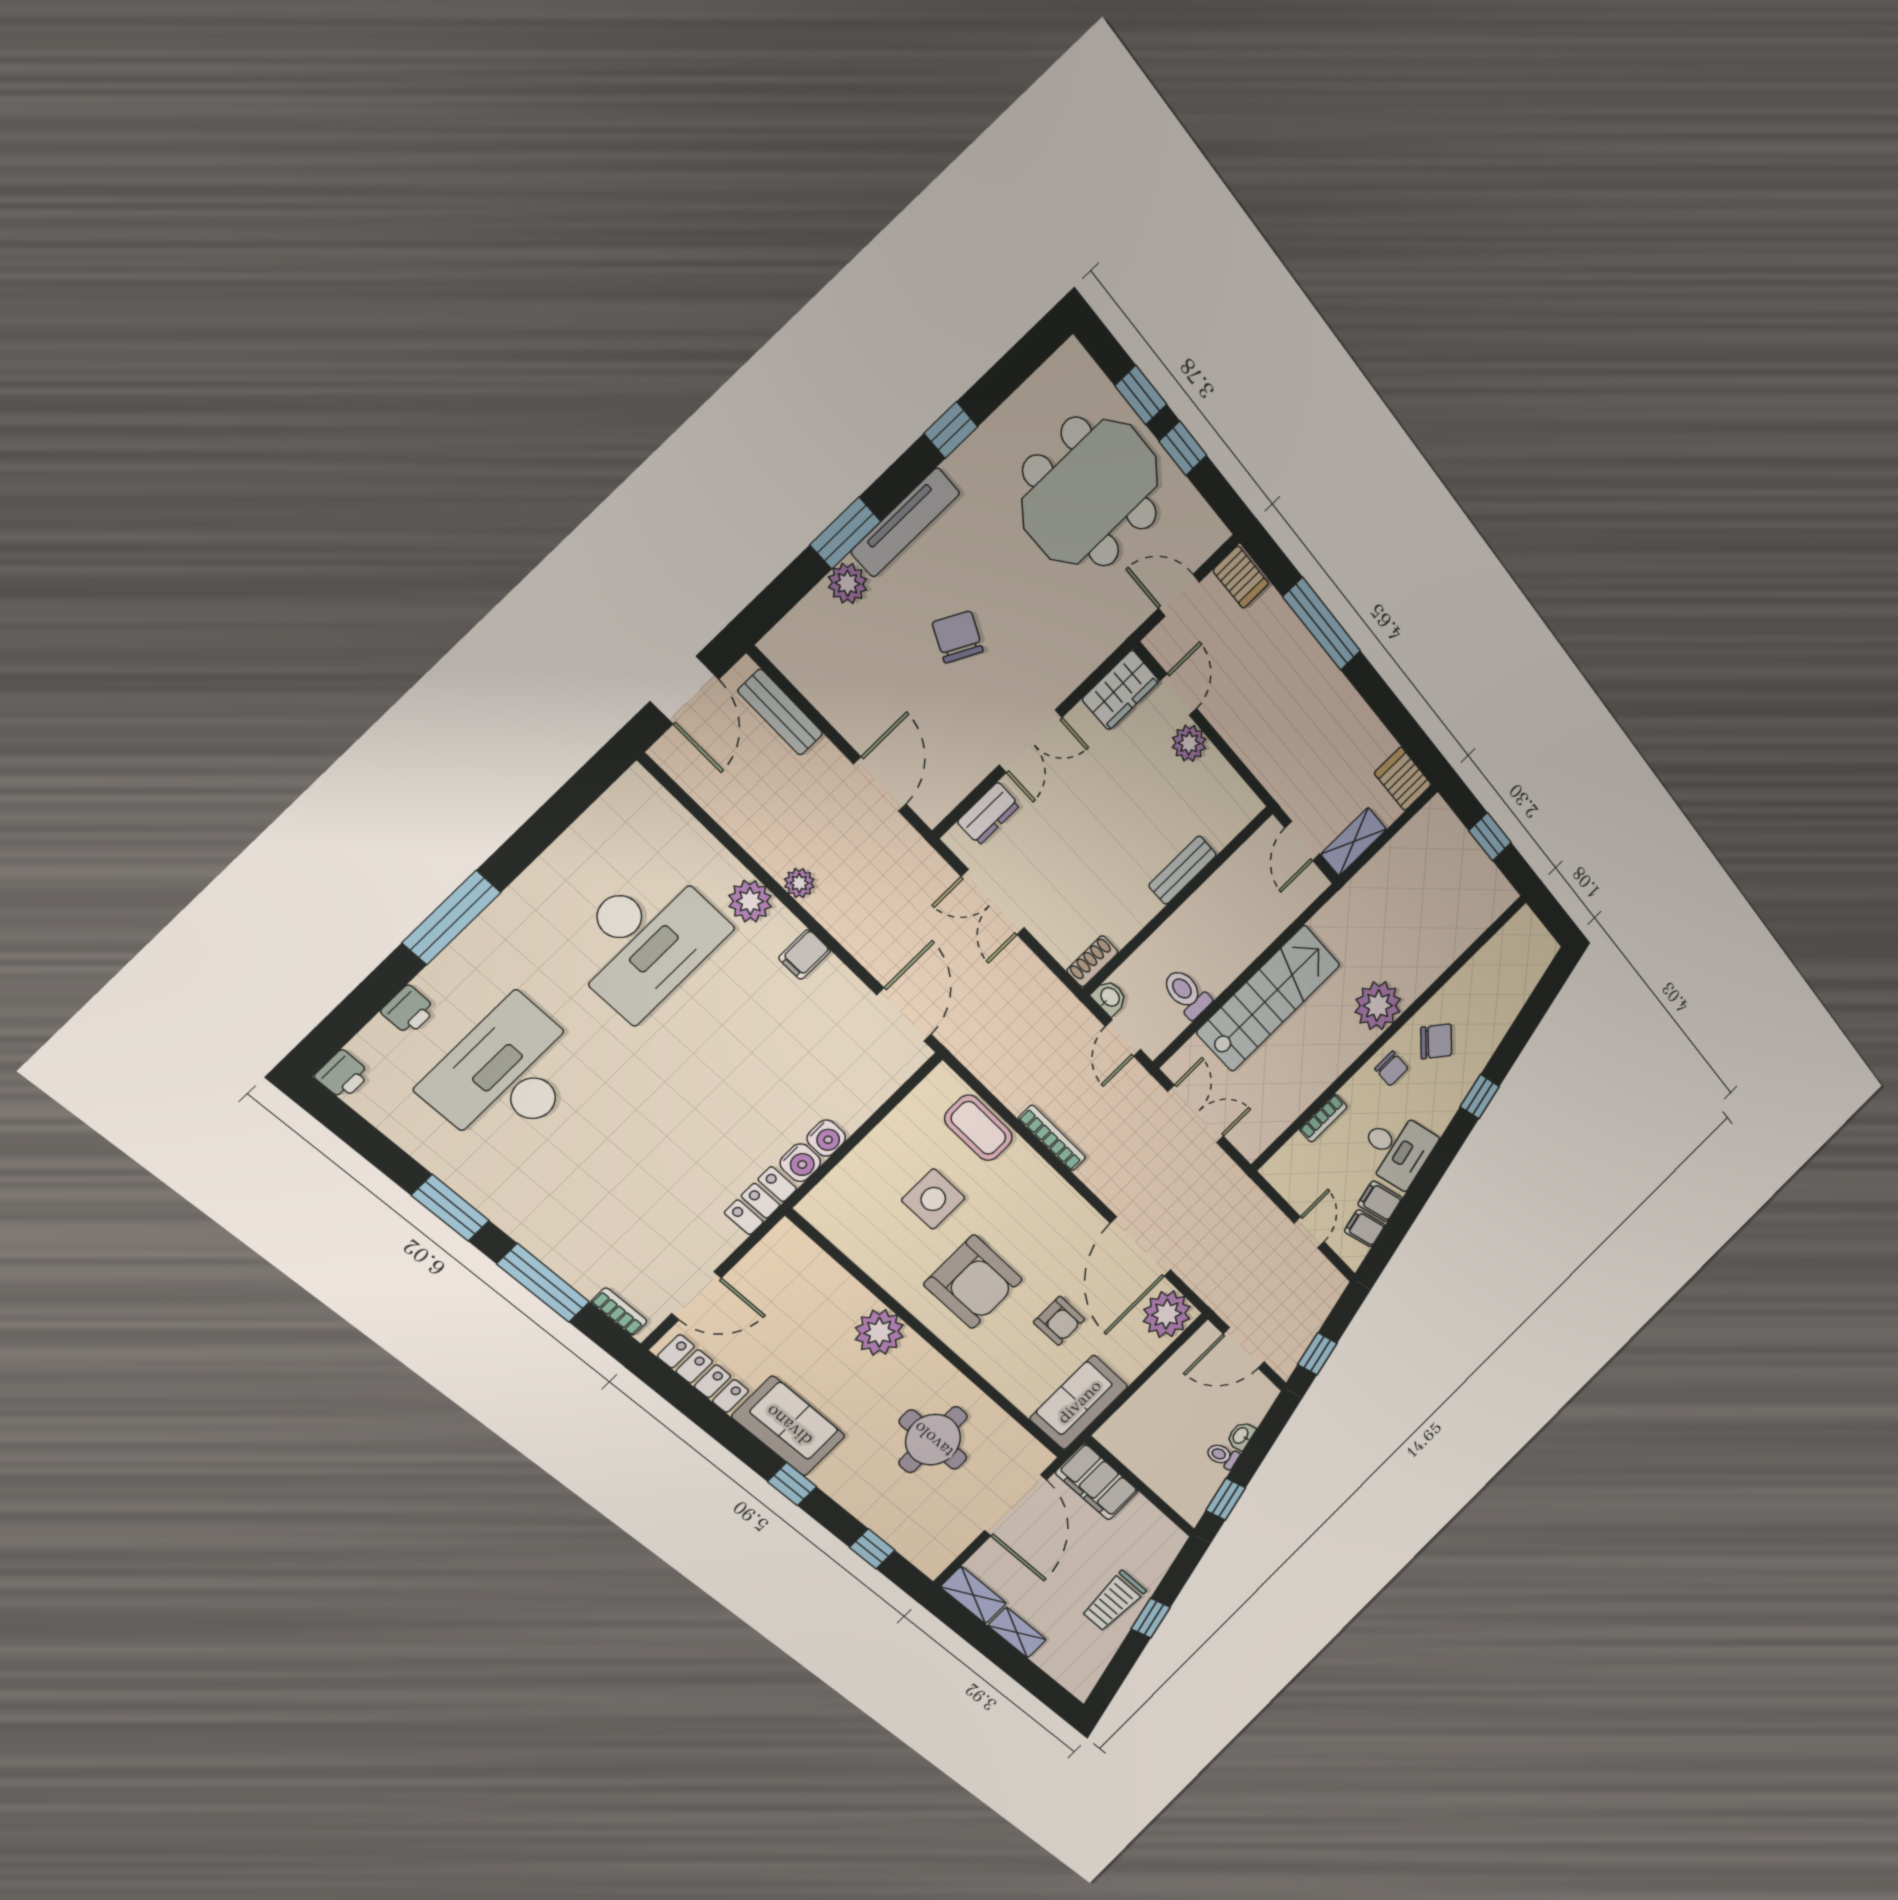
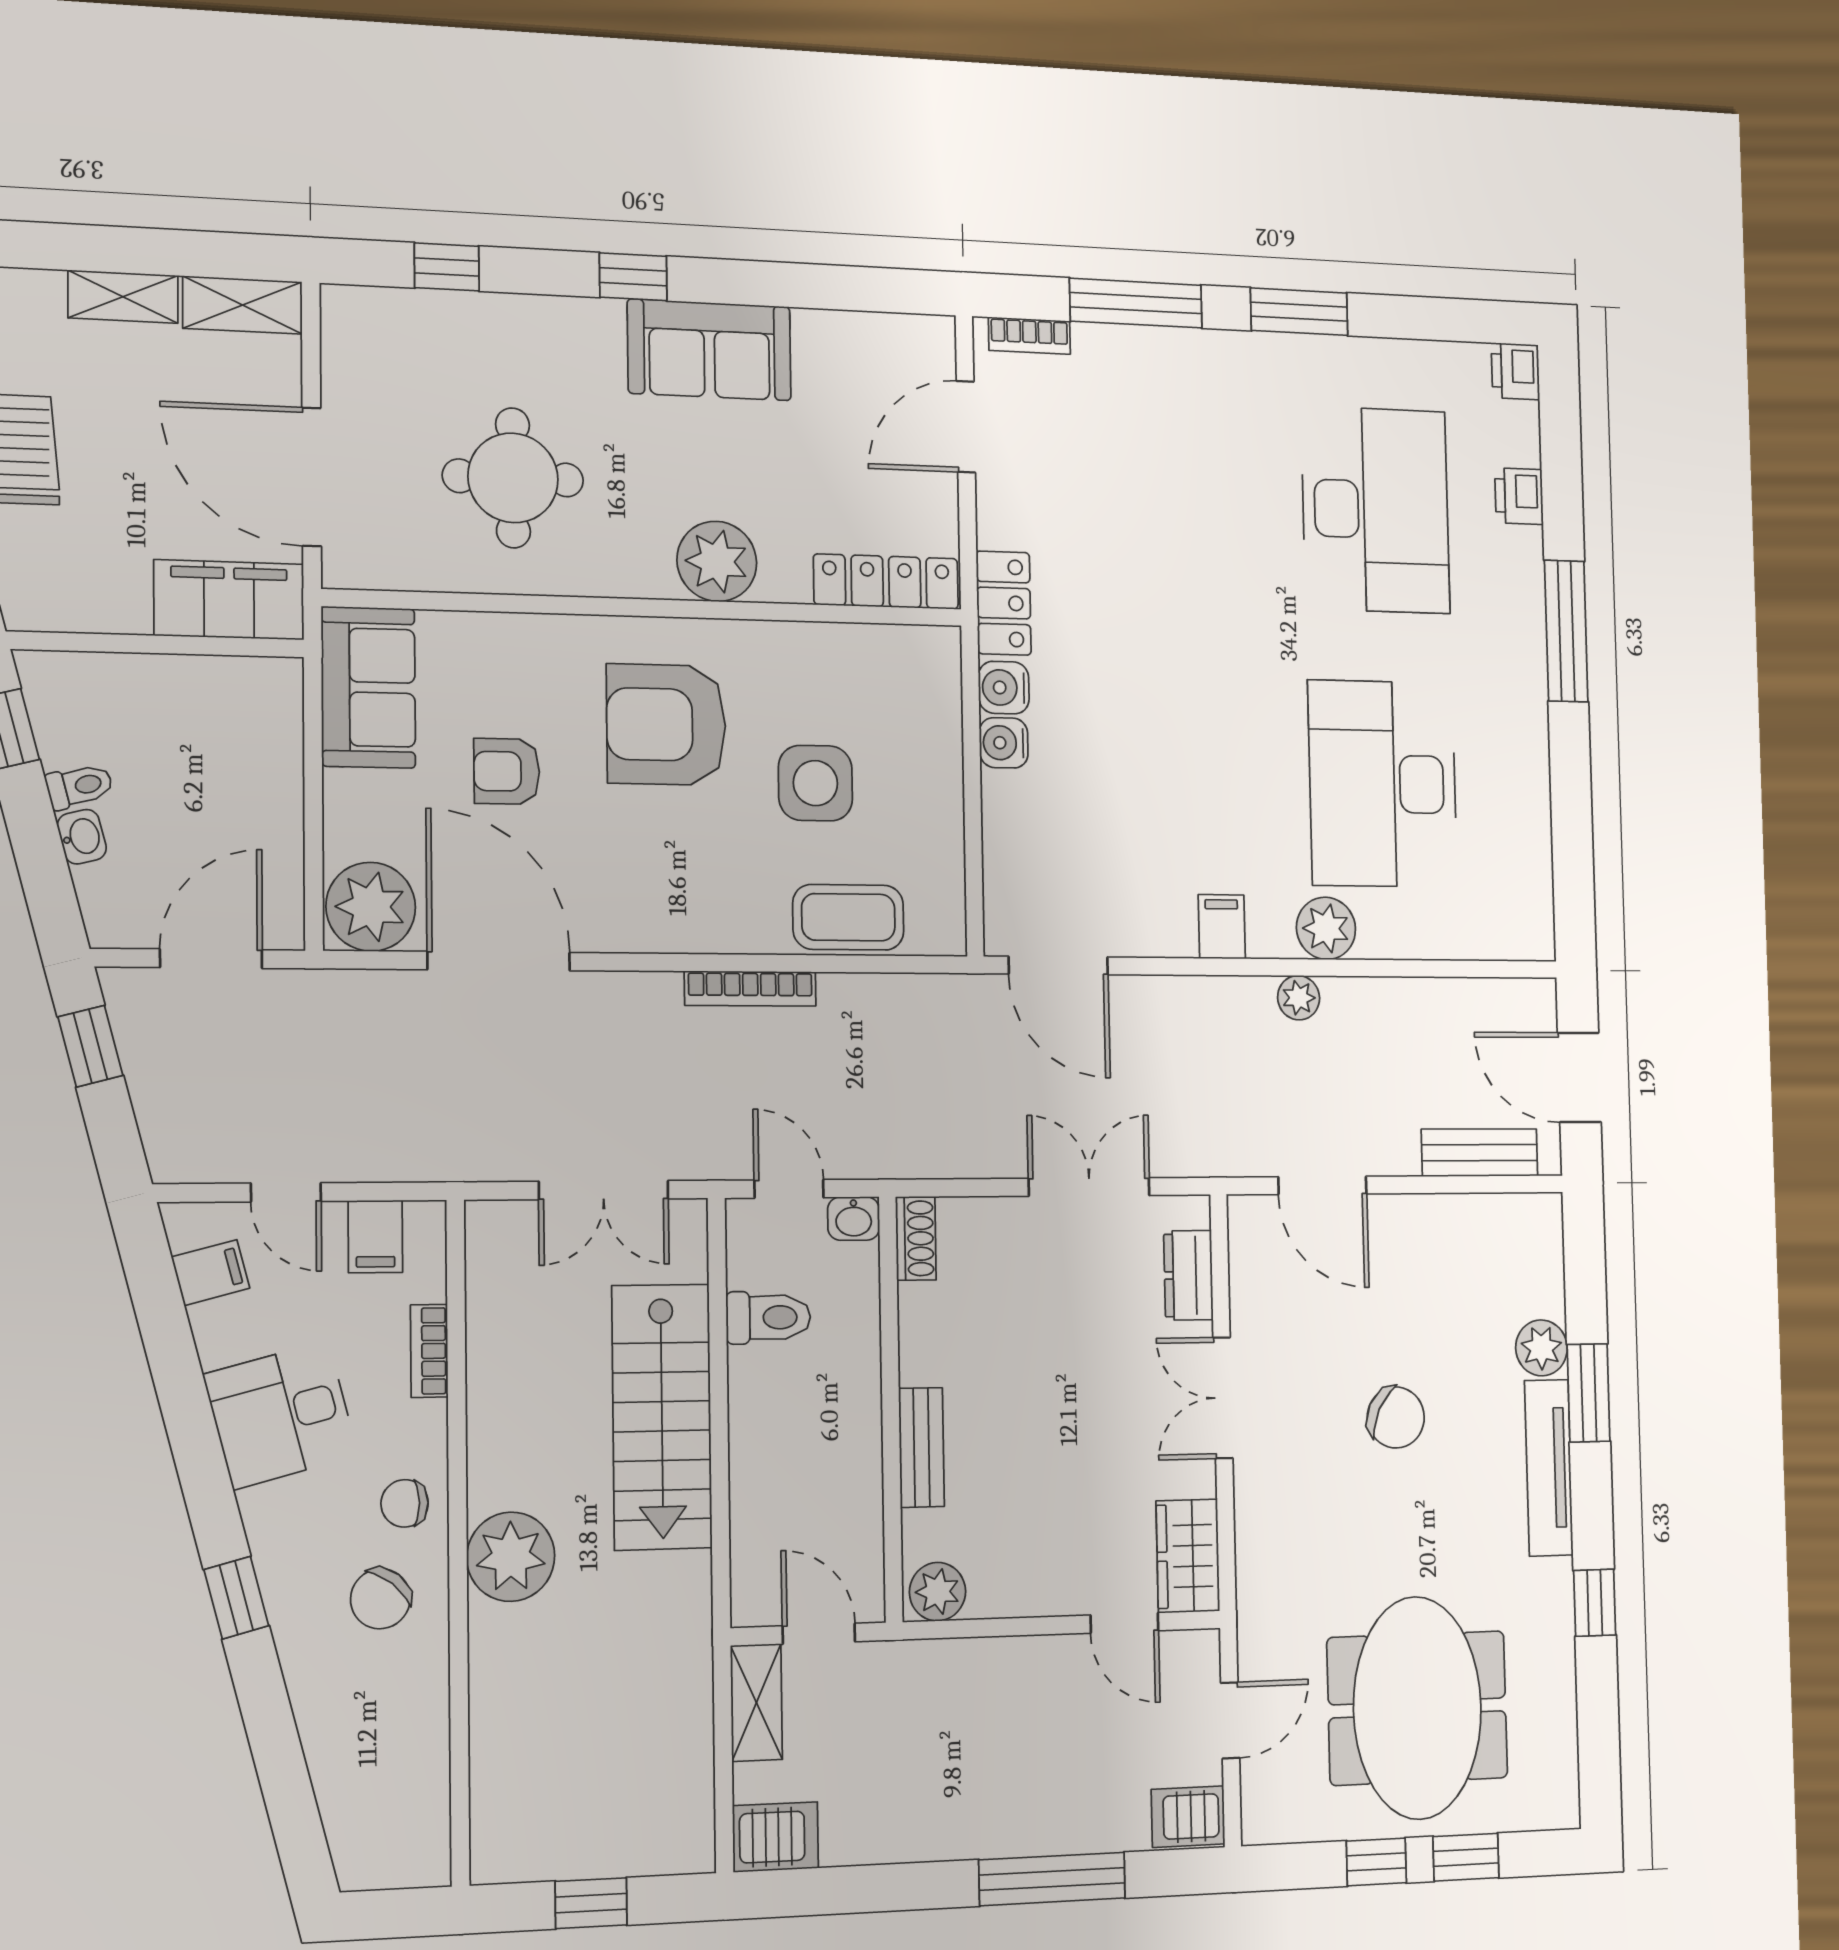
plant: (1189, 743) -> (938, 1592), moved
filing cabinet: (1380, 1201) -> (375, 1236), moved, turned 104
locker: (703, 1374) -> (886, 582), moved, turned 180

